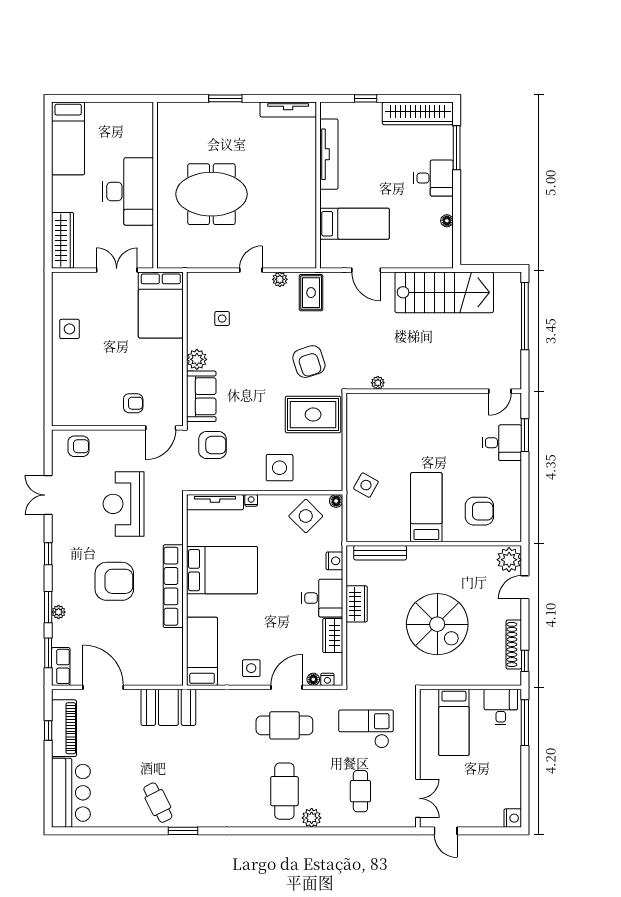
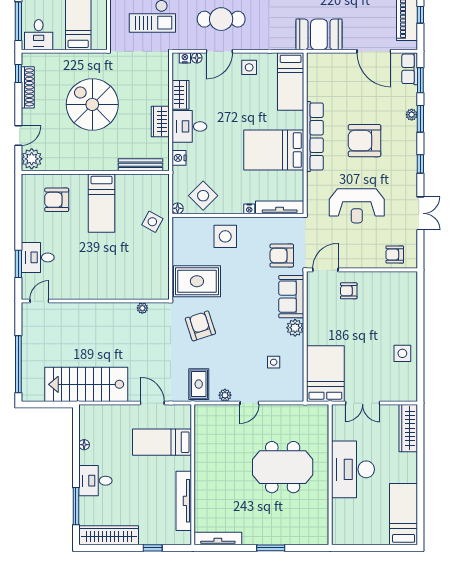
reception desk: (124, 504) -> (357, 206), turned 90

